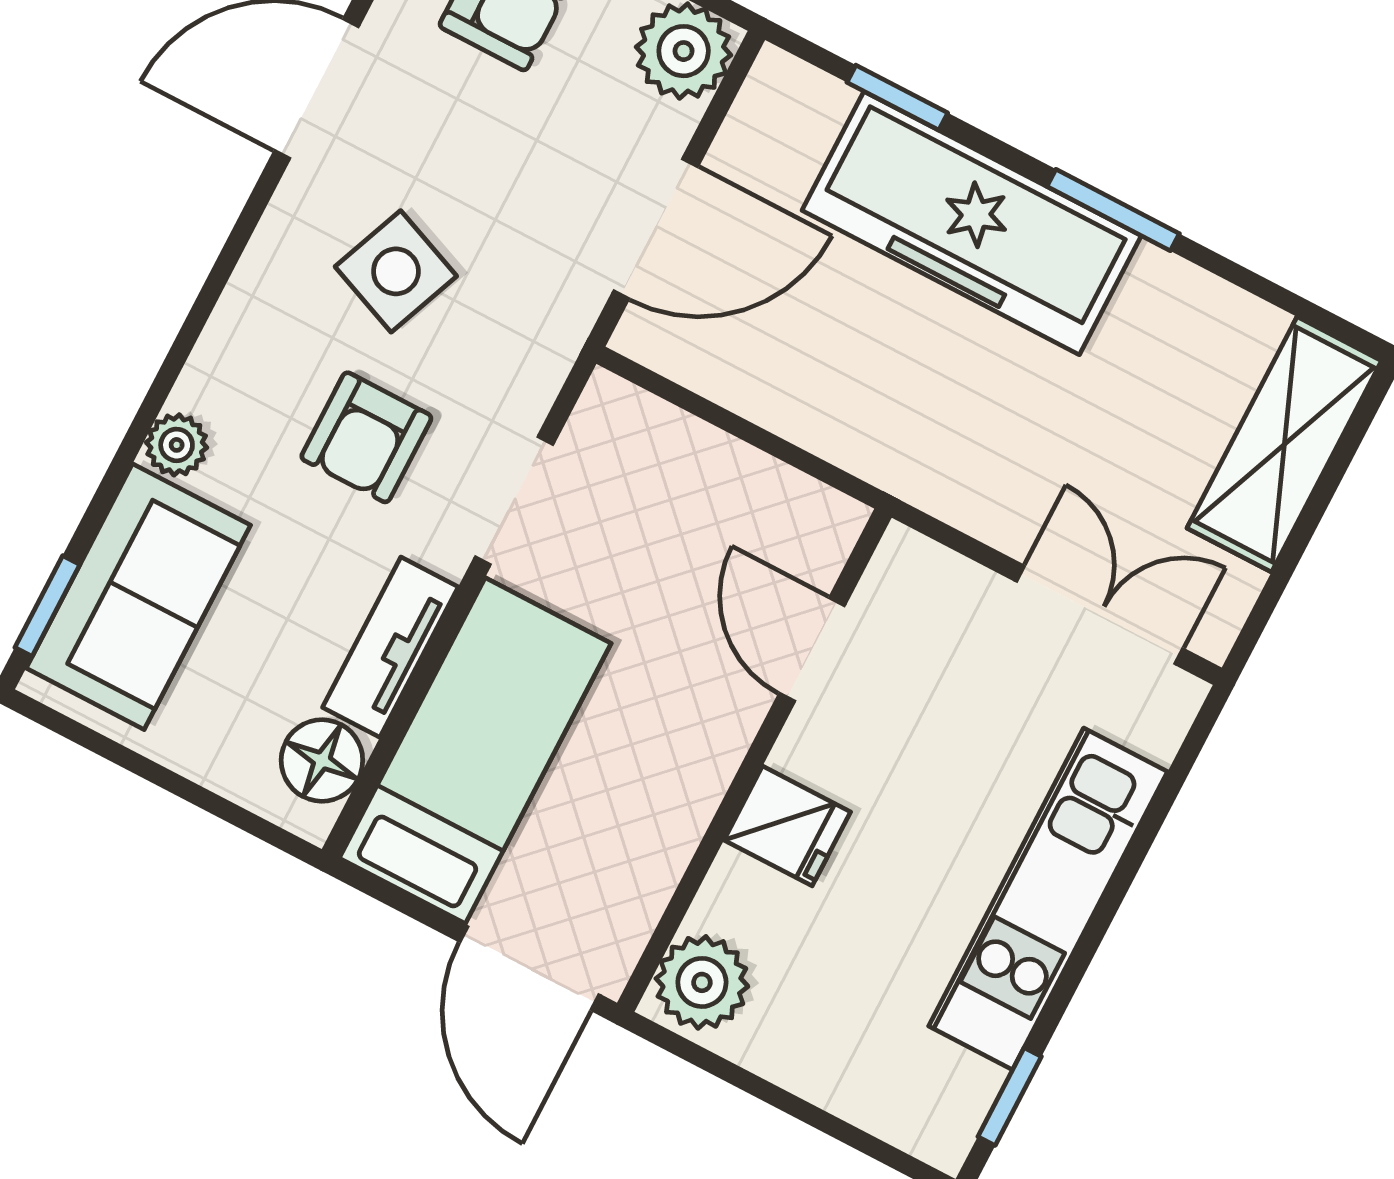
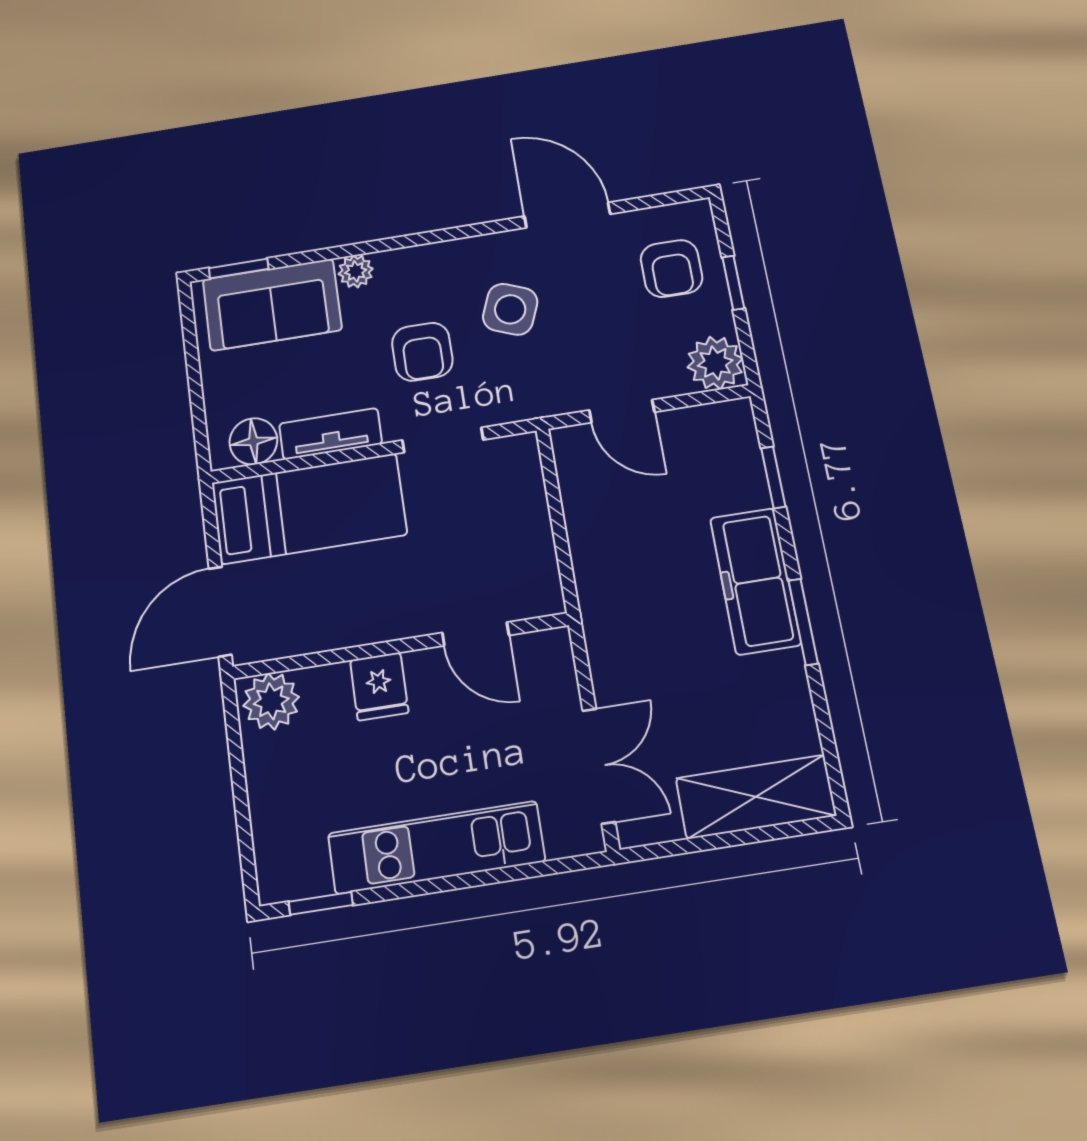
freezer: (972, 223) -> (755, 581), width x0.73, depth x0.79
door: (656, 229) -> (622, 411), width x0.73
armchair: (366, 437) -> (422, 352), turned -90
door: (812, 649) -> (475, 634), swing flipped

